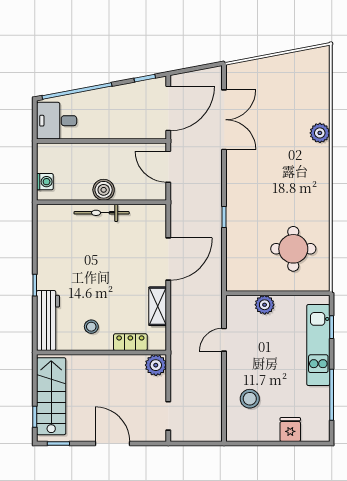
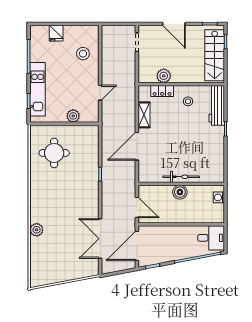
plant: (156, 365) -> (164, 76), moved

